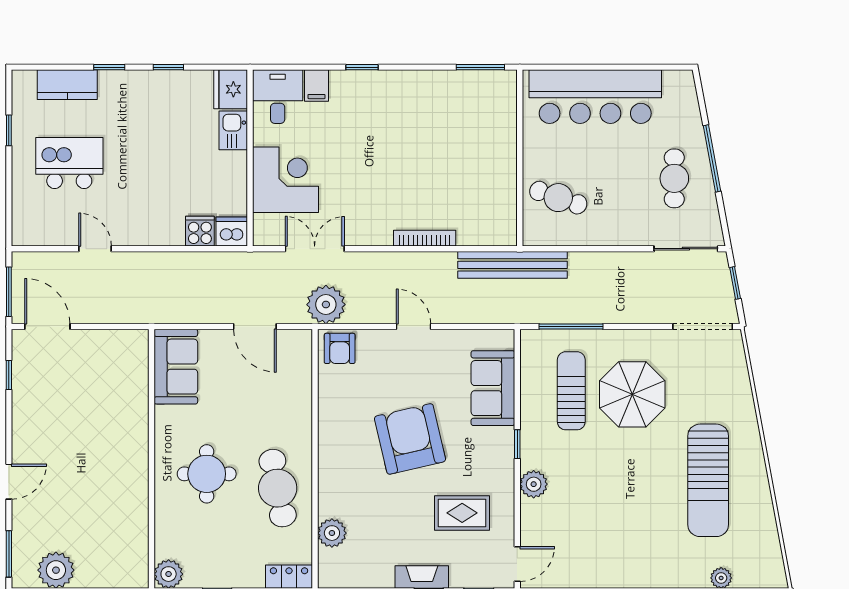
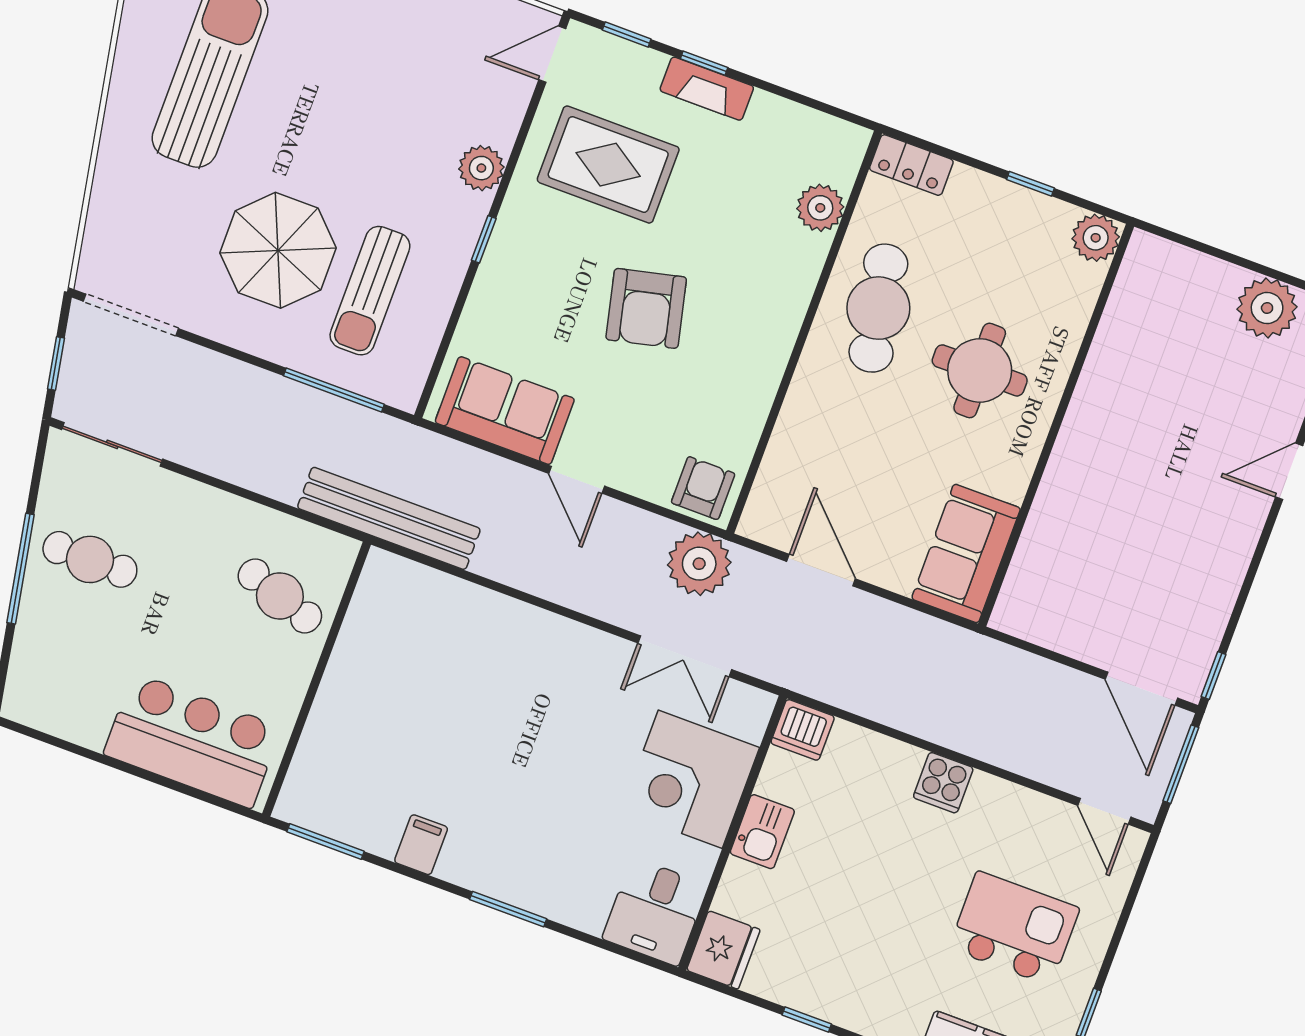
window: (362, 67) -> (508, 909), width x1.50
filing cabinet: (316, 86) -> (421, 845), moved
bar counter: (595, 97) -> (193, 741), width x0.73
kitchen sink: (233, 130) -> (762, 832), moved
kitchen island: (69, 163) -> (1014, 928), turned 180
cafe table: (674, 178) -> (90, 559), turned 90
cooker: (200, 231) -> (943, 783), moved
bookcase: (425, 238) -> (509, 610), removed
door: (95, 249) -> (1104, 811), moved
window: (9, 375) -> (1214, 675), moved
sofa: (493, 388) -> (505, 411), moved, turned -90
armchair: (410, 439) -> (646, 308), width x0.73, depth x0.73
rug: (462, 513) -> (608, 165), width x1.36, depth x1.43

